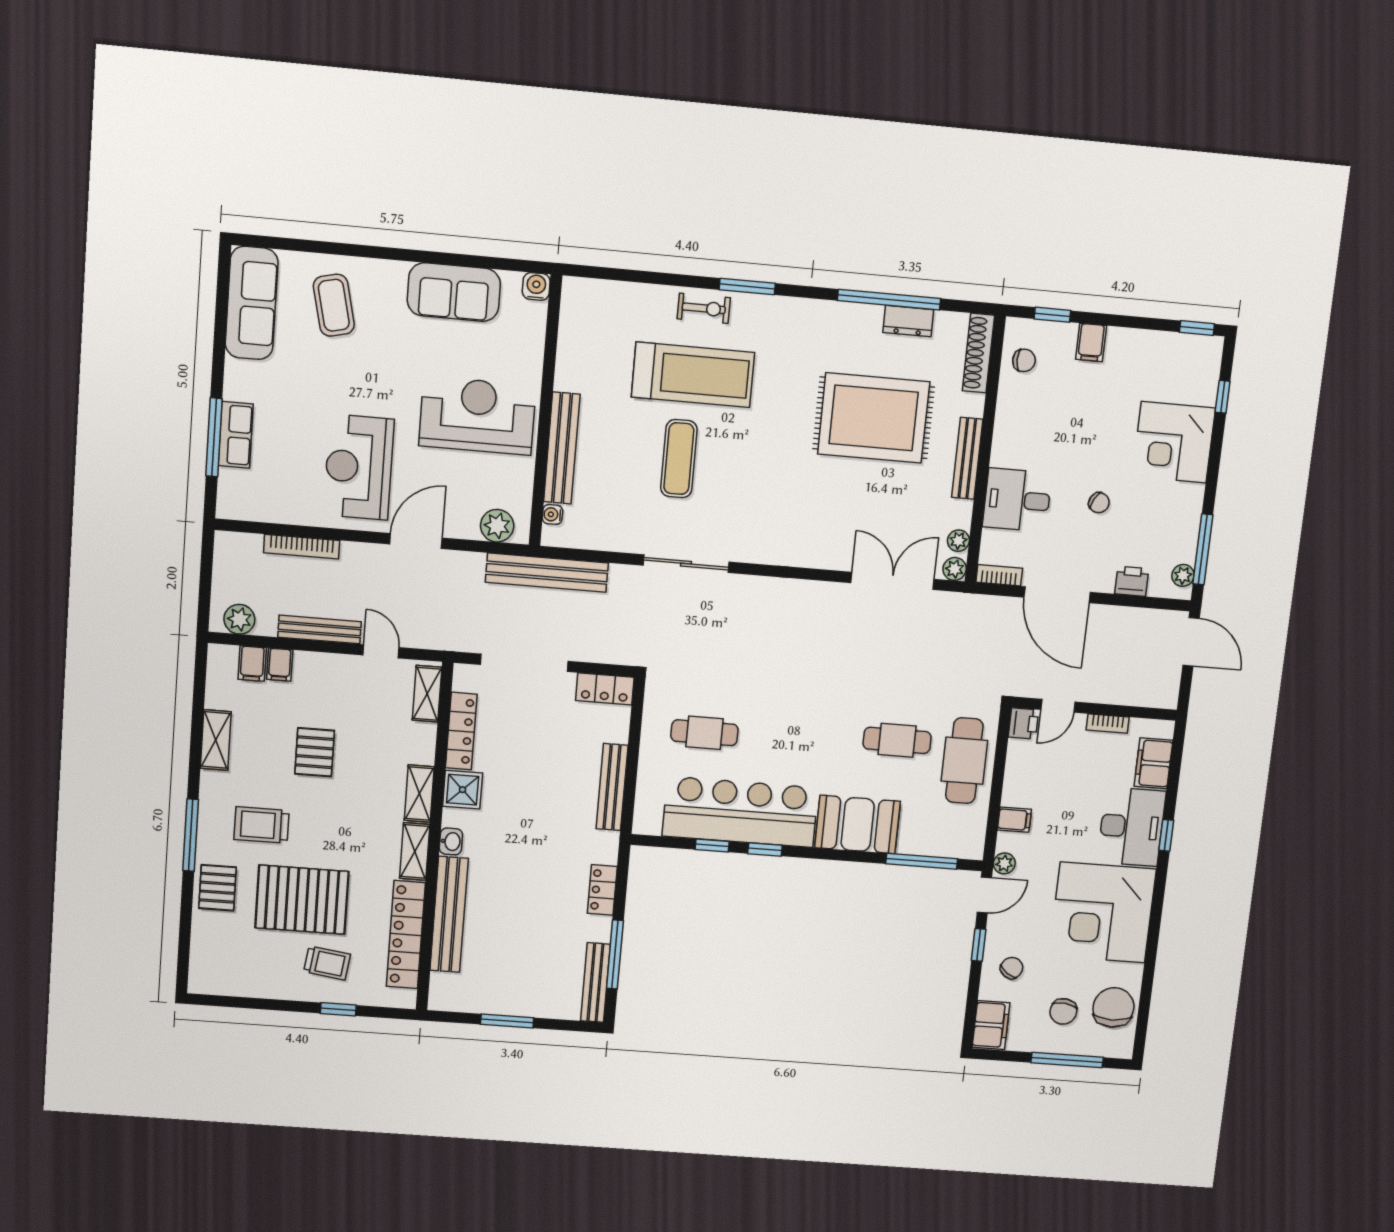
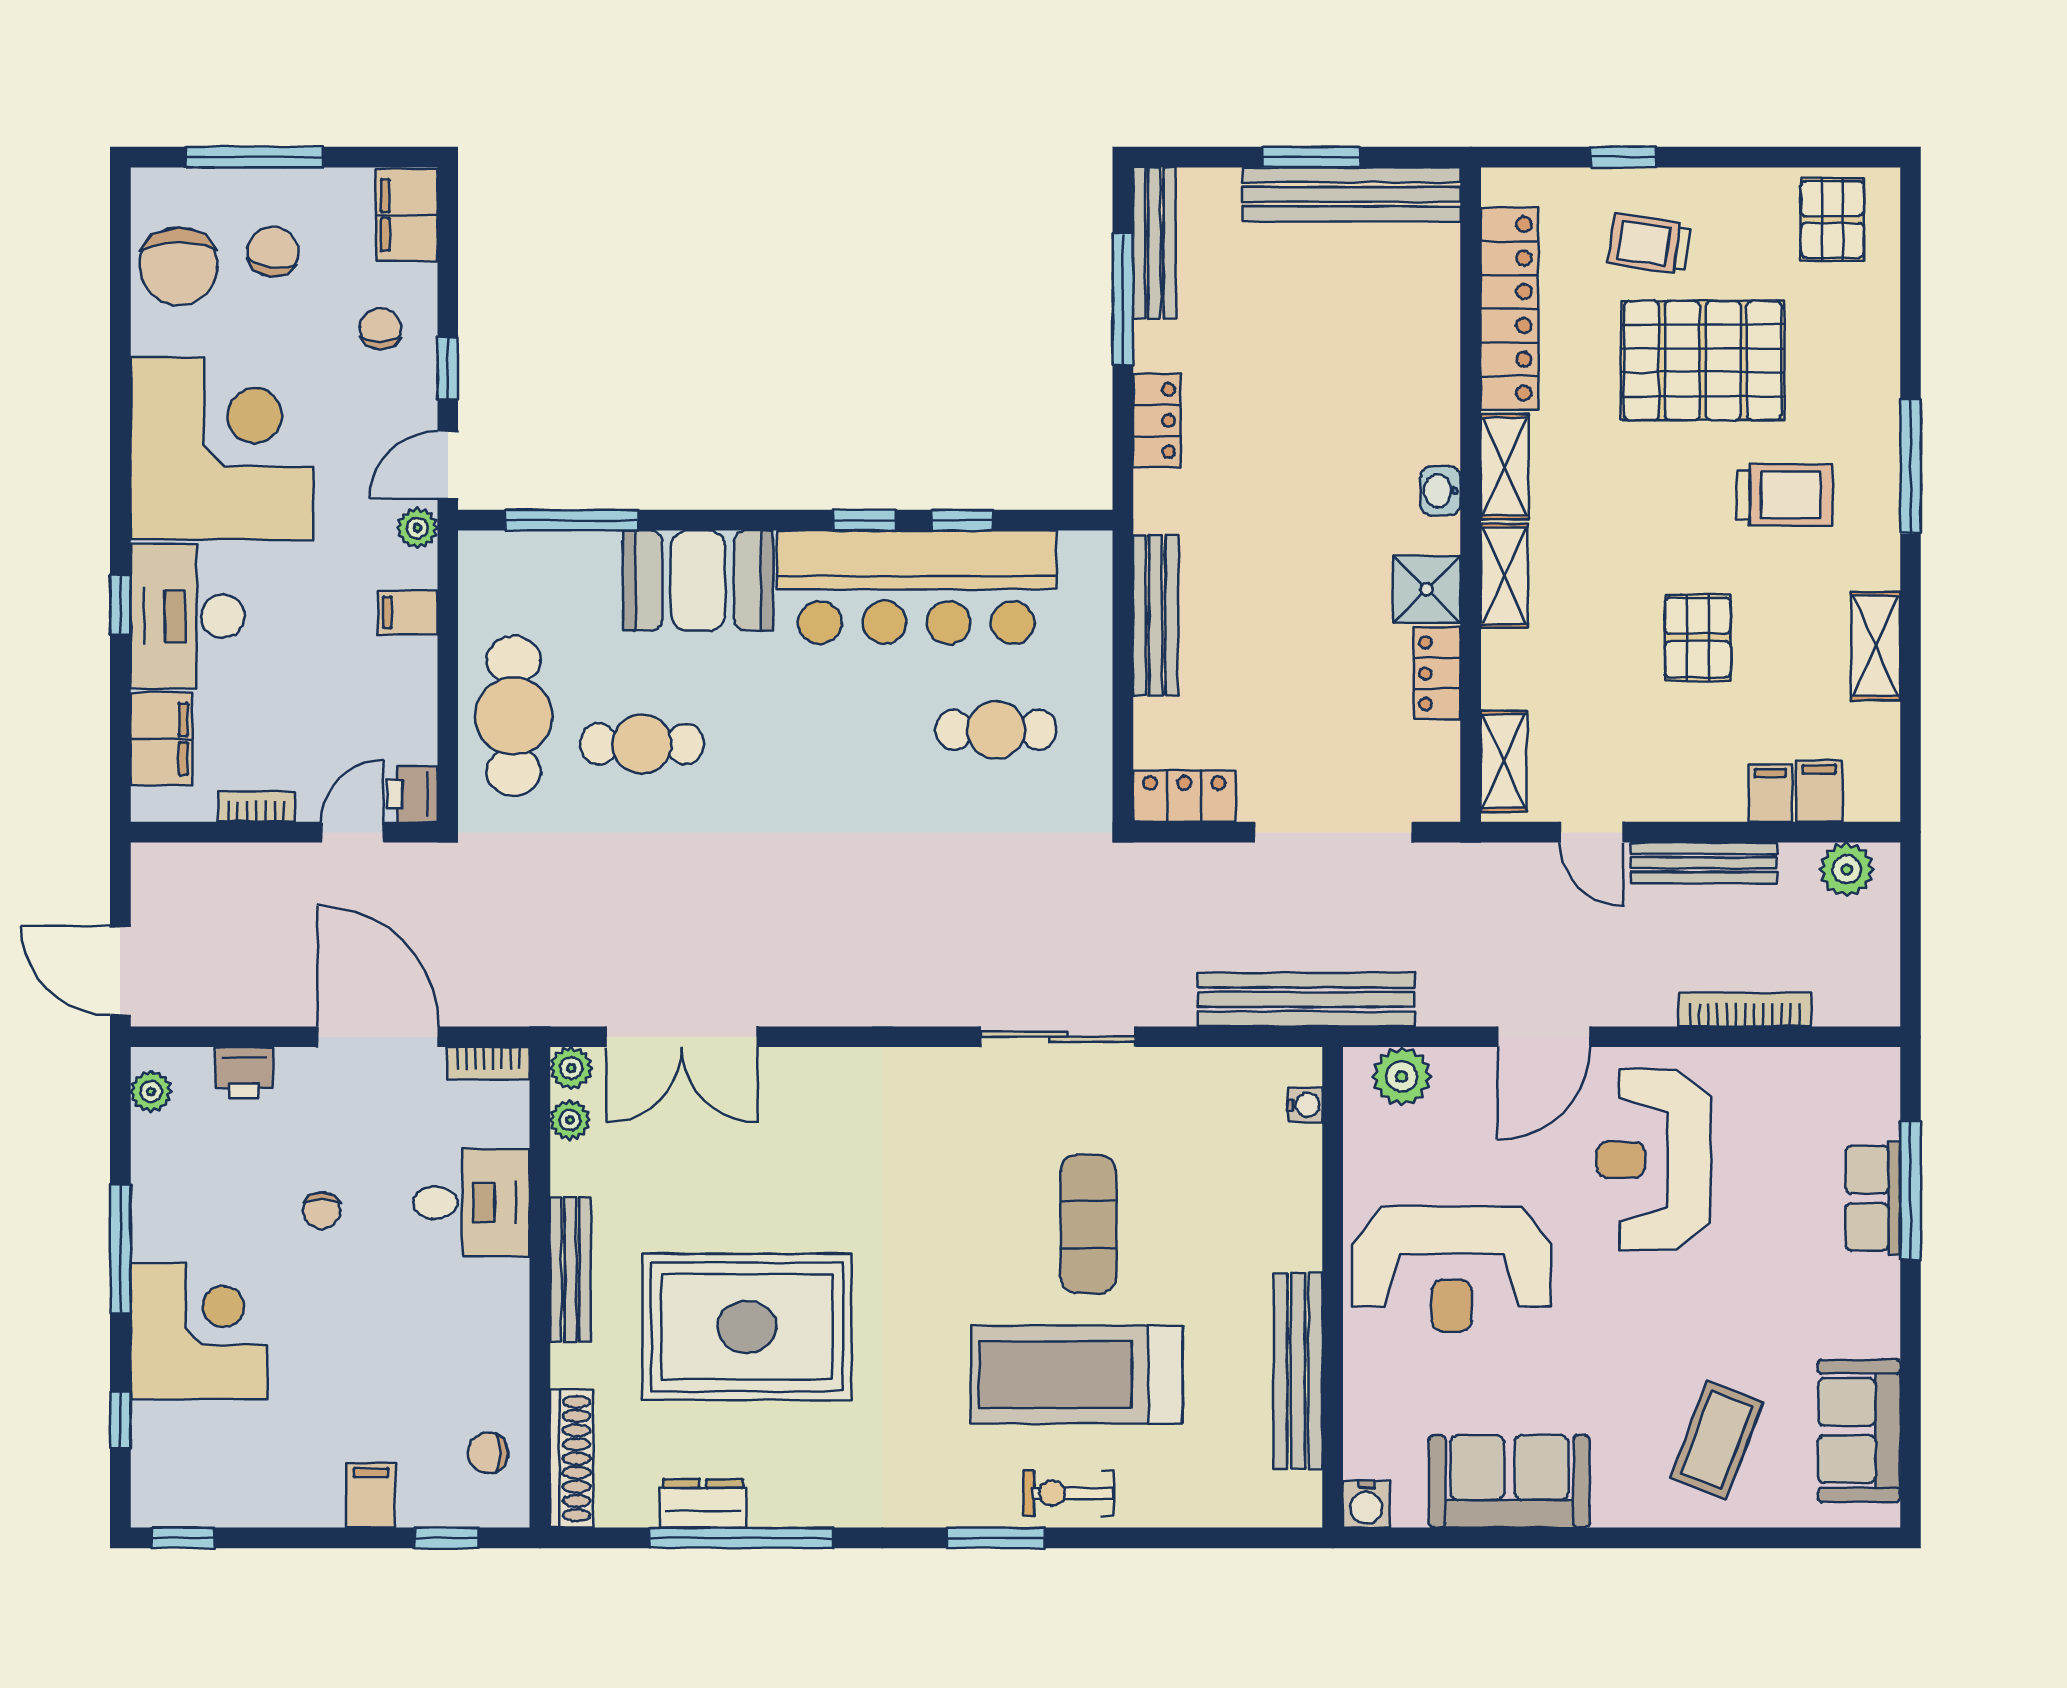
sofa: (252, 303) -> (1859, 1431), width x0.73
coffee table: (334, 305) -> (1716, 1440), turned 34
bench: (562, 448) -> (1298, 1371), moved
reception desk: (359, 467) -> (1654, 1160), turned 180
chair: (1099, 503) -> (322, 1211), turned -119
window: (1203, 549) -> (120, 1249), moved
locker: (461, 731) -> (1437, 673), width x0.66
pallet: (217, 888) -> (1832, 219), moved
bench: (449, 914) -> (1351, 194), moved, turned 90
chair: (1012, 968) -> (380, 329), turned 144

